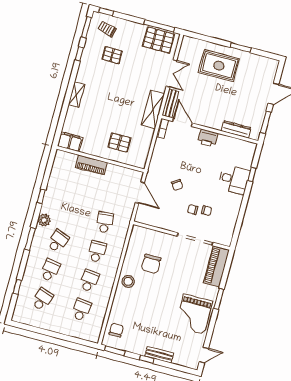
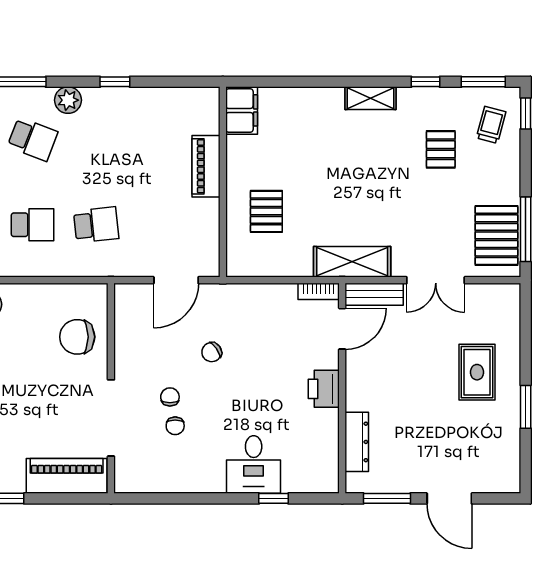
rug: (219, 66) -> (477, 372), width x0.73, depth x0.70
shelving: (76, 95) -> (370, 98), moved
chair: (151, 264) -> (77, 337), moved

